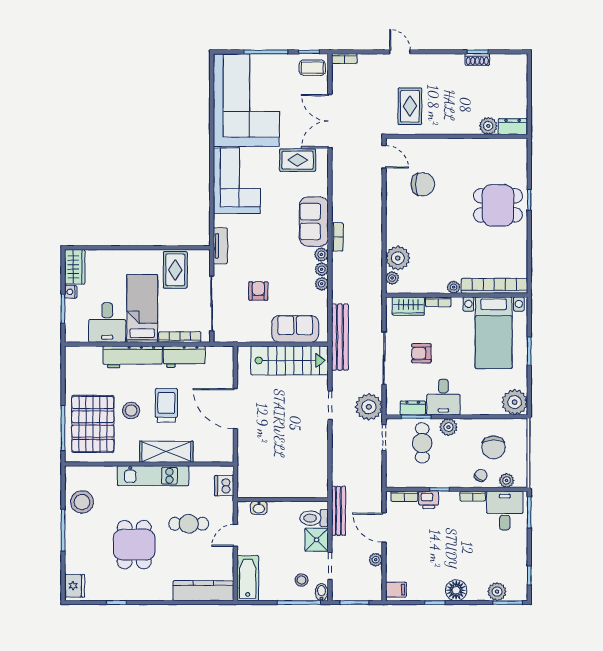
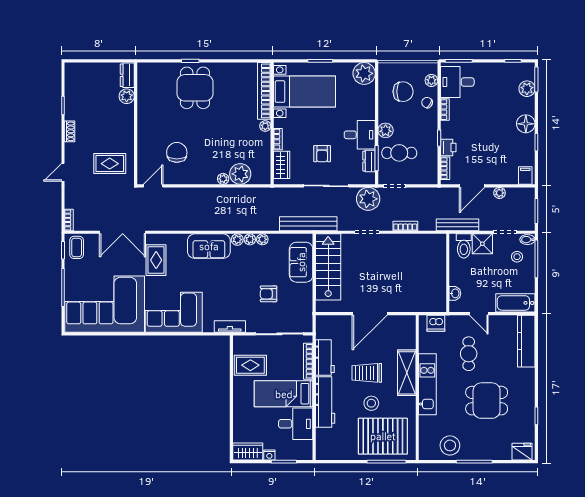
shoe rack: (477, 60) -> (70, 131), moved
bookcase: (337, 237) -> (405, 226), moved
plant: (392, 278) -> (223, 179), moved

